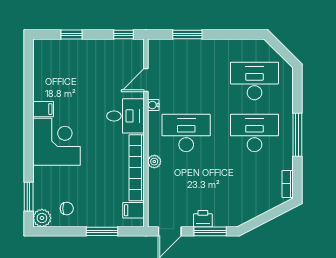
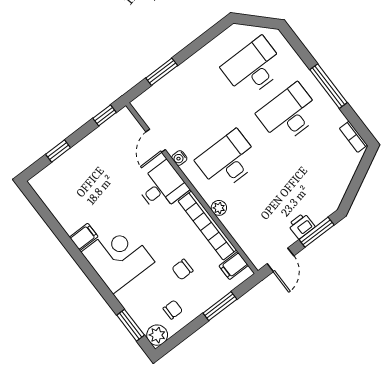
chair: (95, 185) -> (182, 269), added

